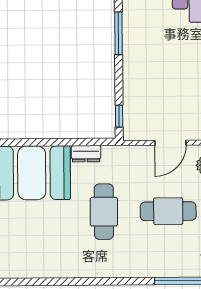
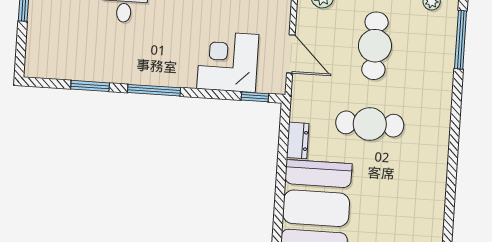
corner desk: (146, 92) -> (228, 62), added
door: (170, 143) -> (291, 54), moved

